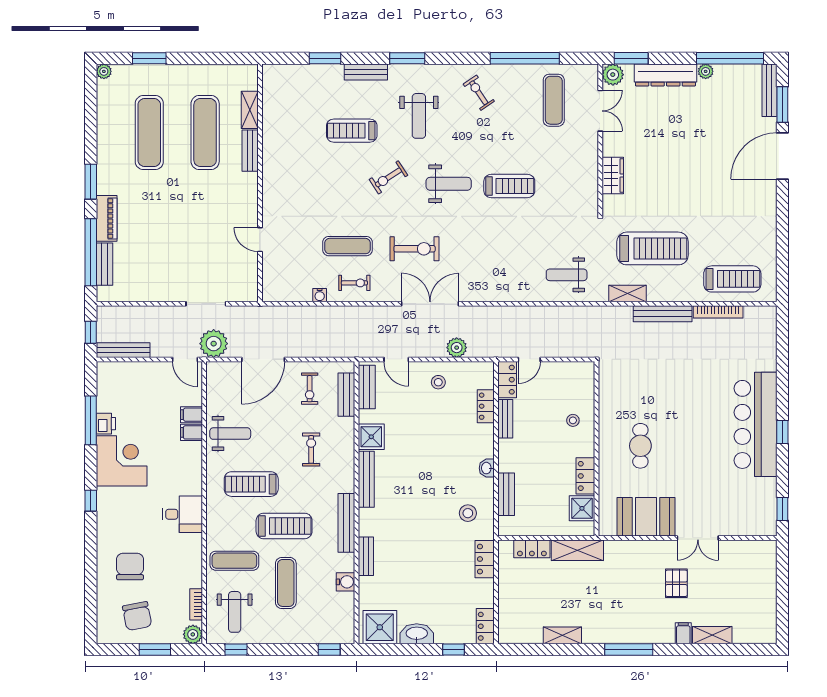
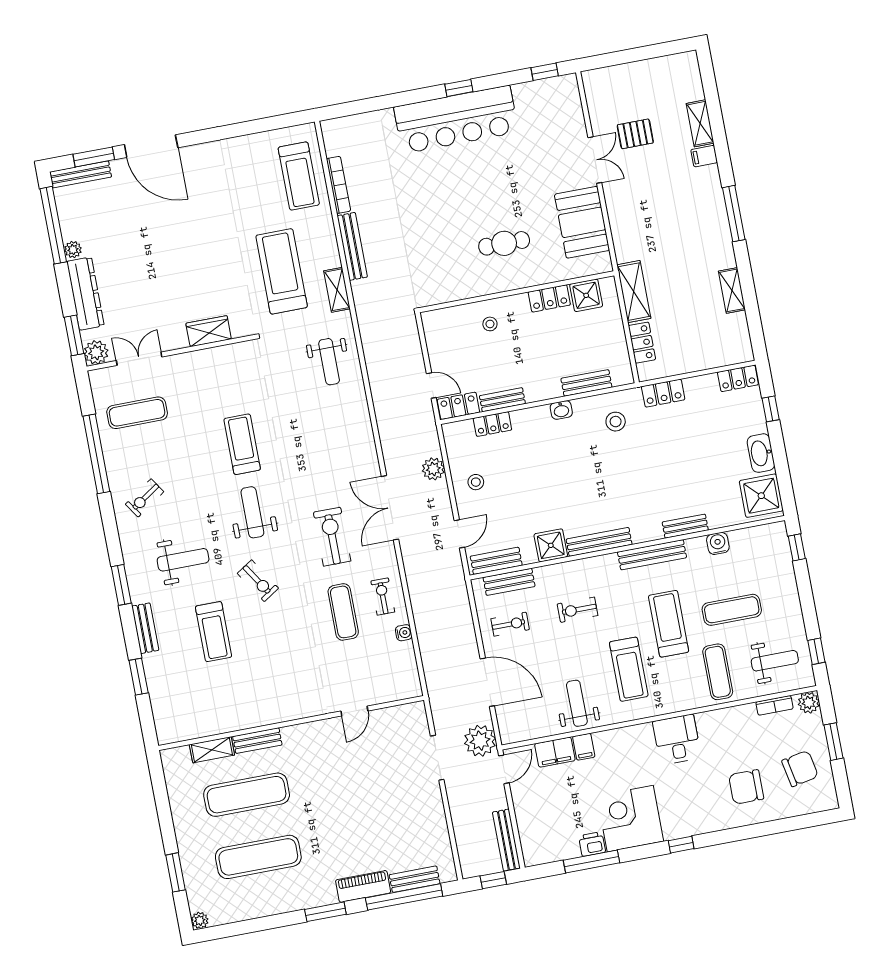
treadmill: (732, 279) -> (299, 176), turned 180
filing cabinet: (191, 415) -> (555, 752), width x2.00
pallet: (676, 583) -> (635, 134), moved

